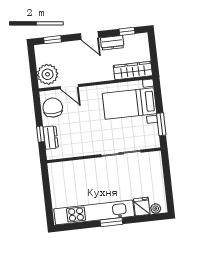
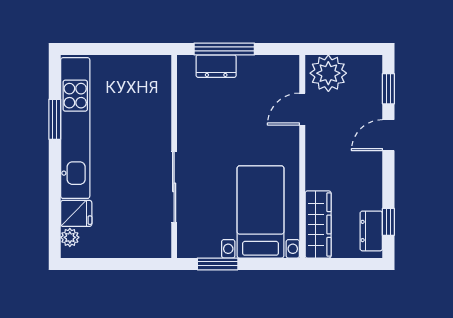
door: (89, 36) -> (388, 135), moved
dresser: (112, 43) -> (371, 231), moved
chair: (53, 108) -> (269, 76), removed
window: (41, 134) -> (224, 49), width x2.17
window: (111, 222) -> (55, 119), moved

